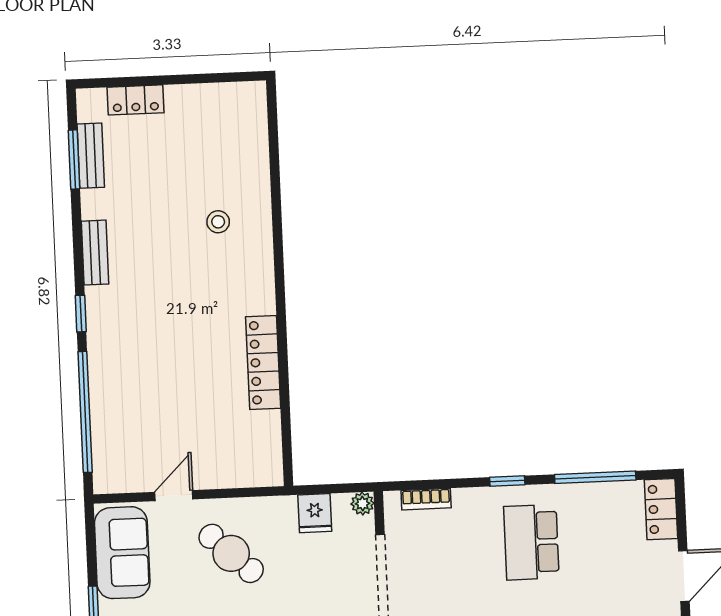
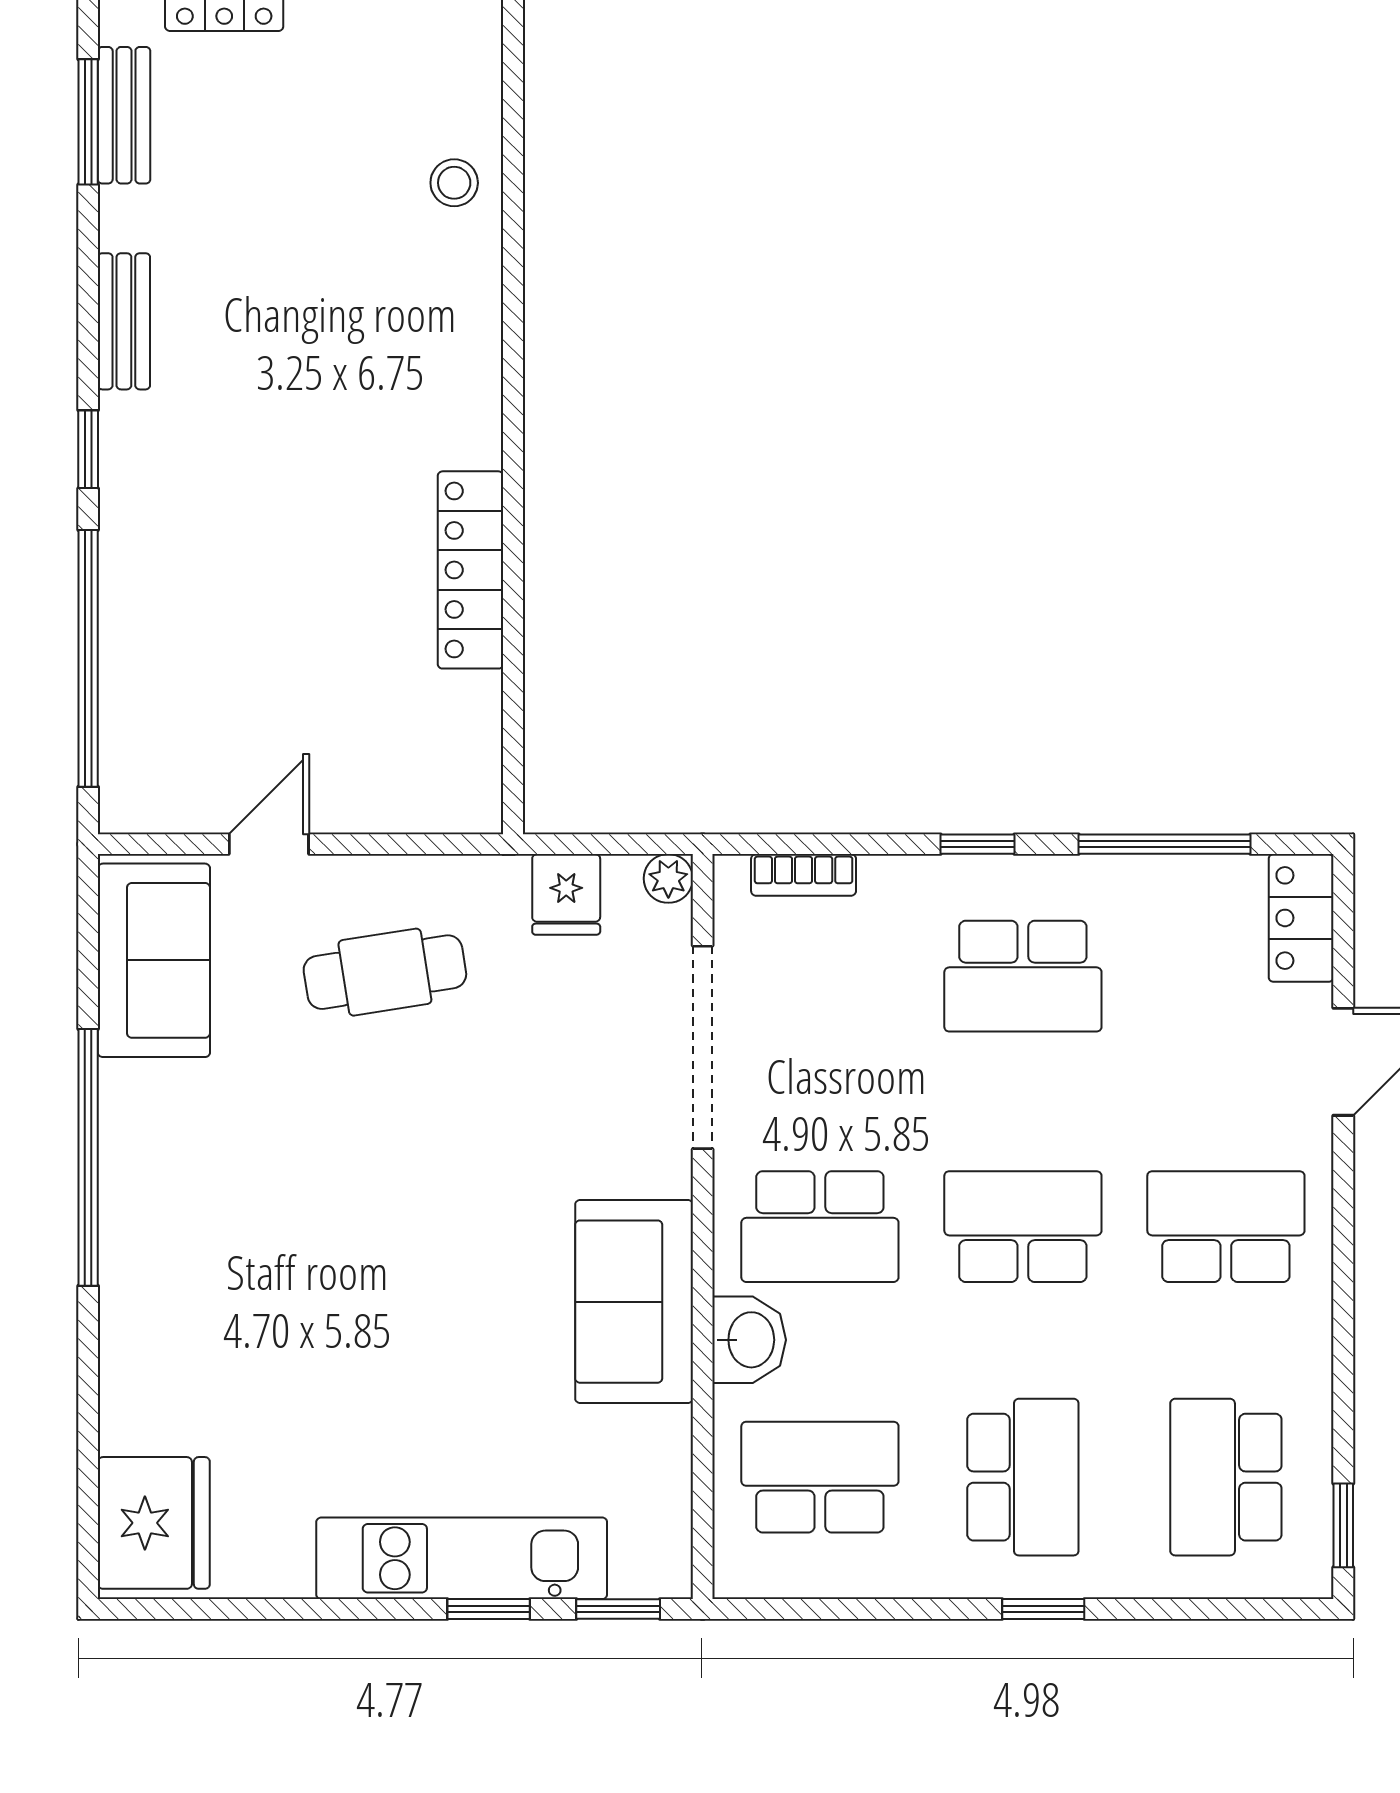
stool: (218, 222) -> (454, 183), moved
school desk: (531, 542) -> (1023, 976), turned -90
cafe table: (231, 553) -> (385, 972), turned -52

